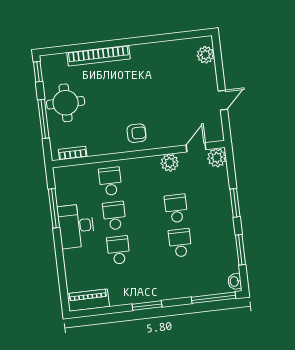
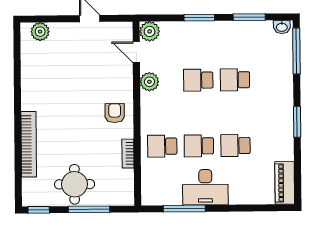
bookcase: (73, 153) -> (128, 154), moved

